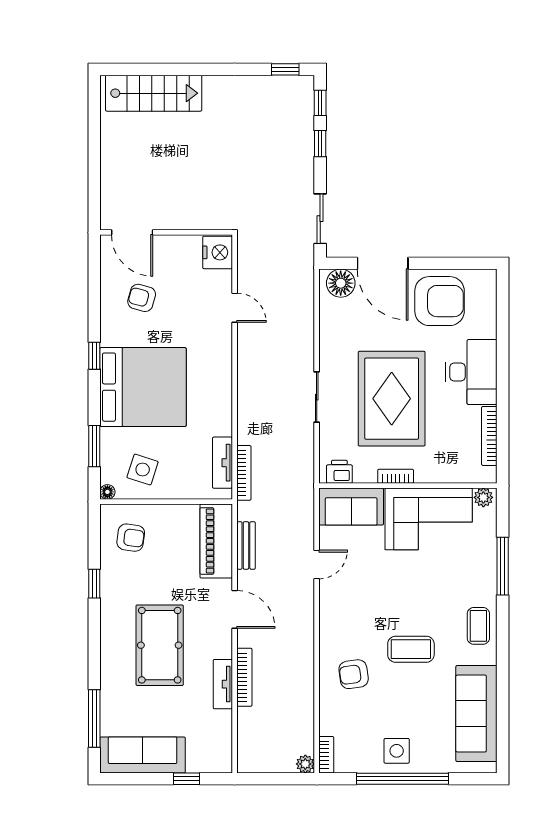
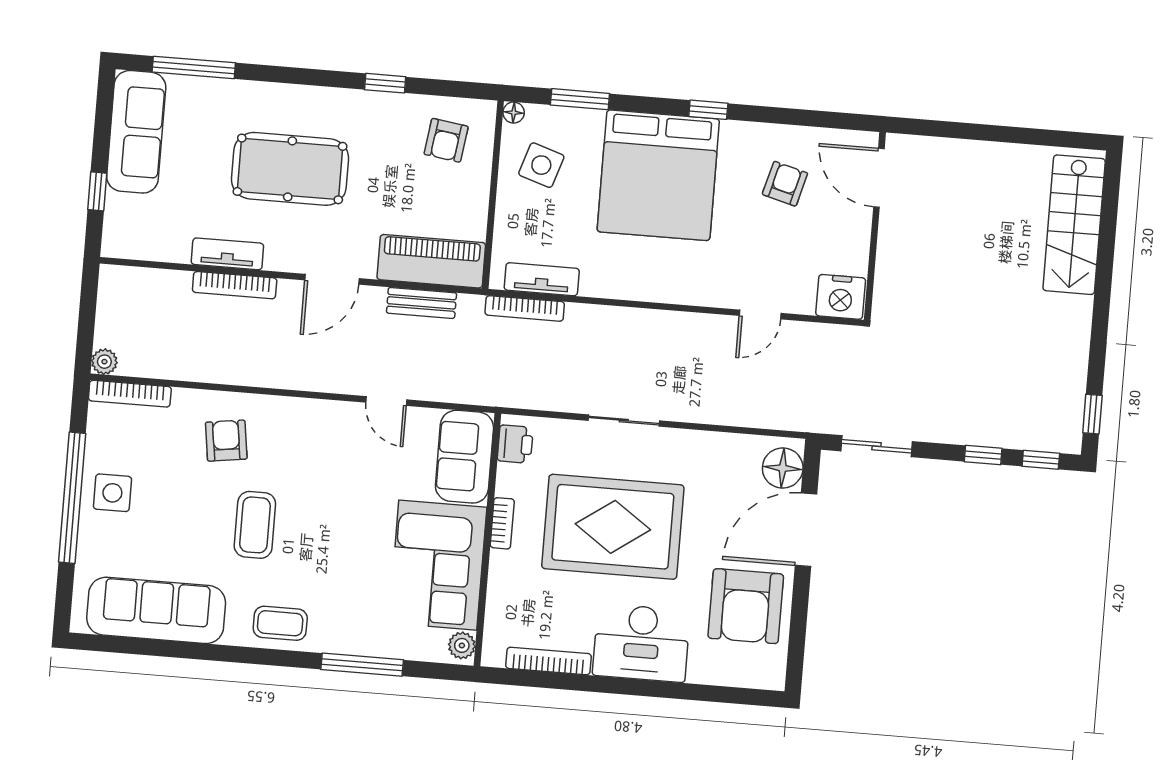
door: (132, 232) -> (879, 178), hinge flipped
bookcase: (326, 755) -> (130, 394), width x1.56

